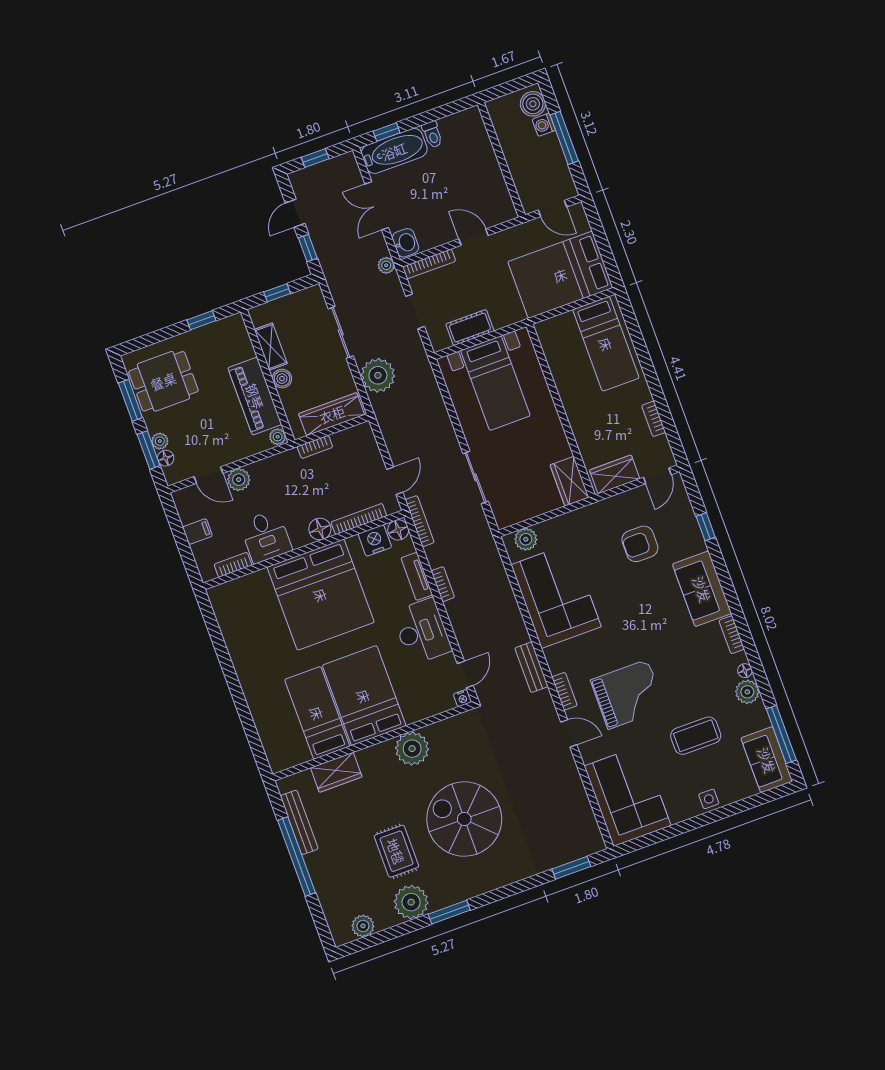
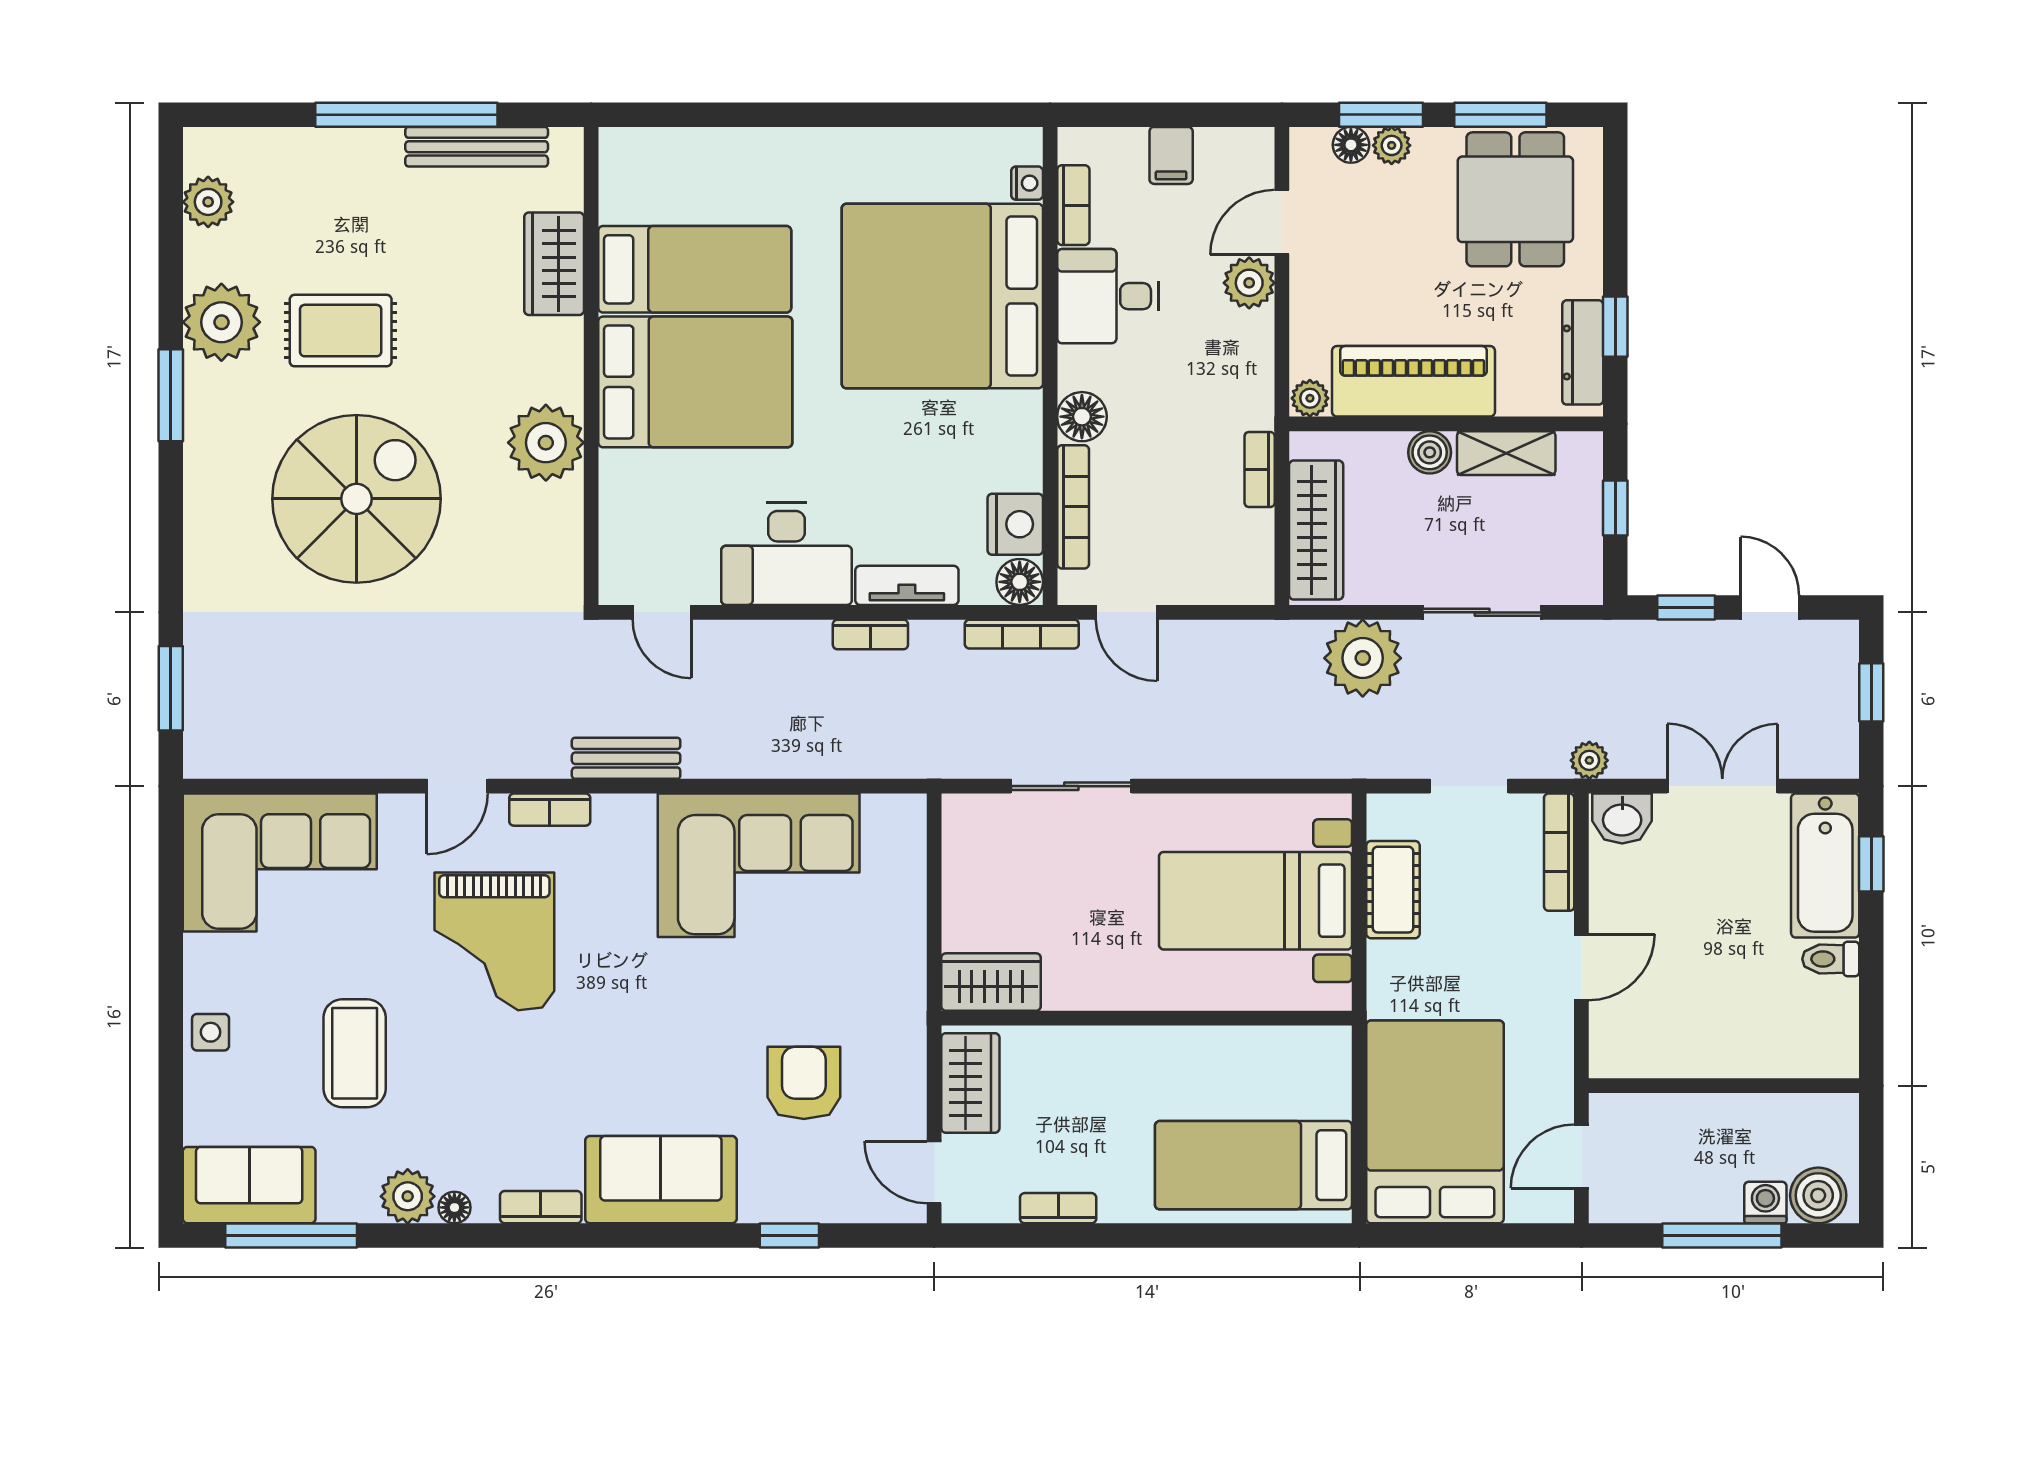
dresser: (217, 330) -> (1583, 352), added
plant: (526, 539) -> (902, 845), removed
bed: (321, 595) -> (942, 296), moved
nightstand: (462, 698) -> (1027, 183), moved, turned 180

